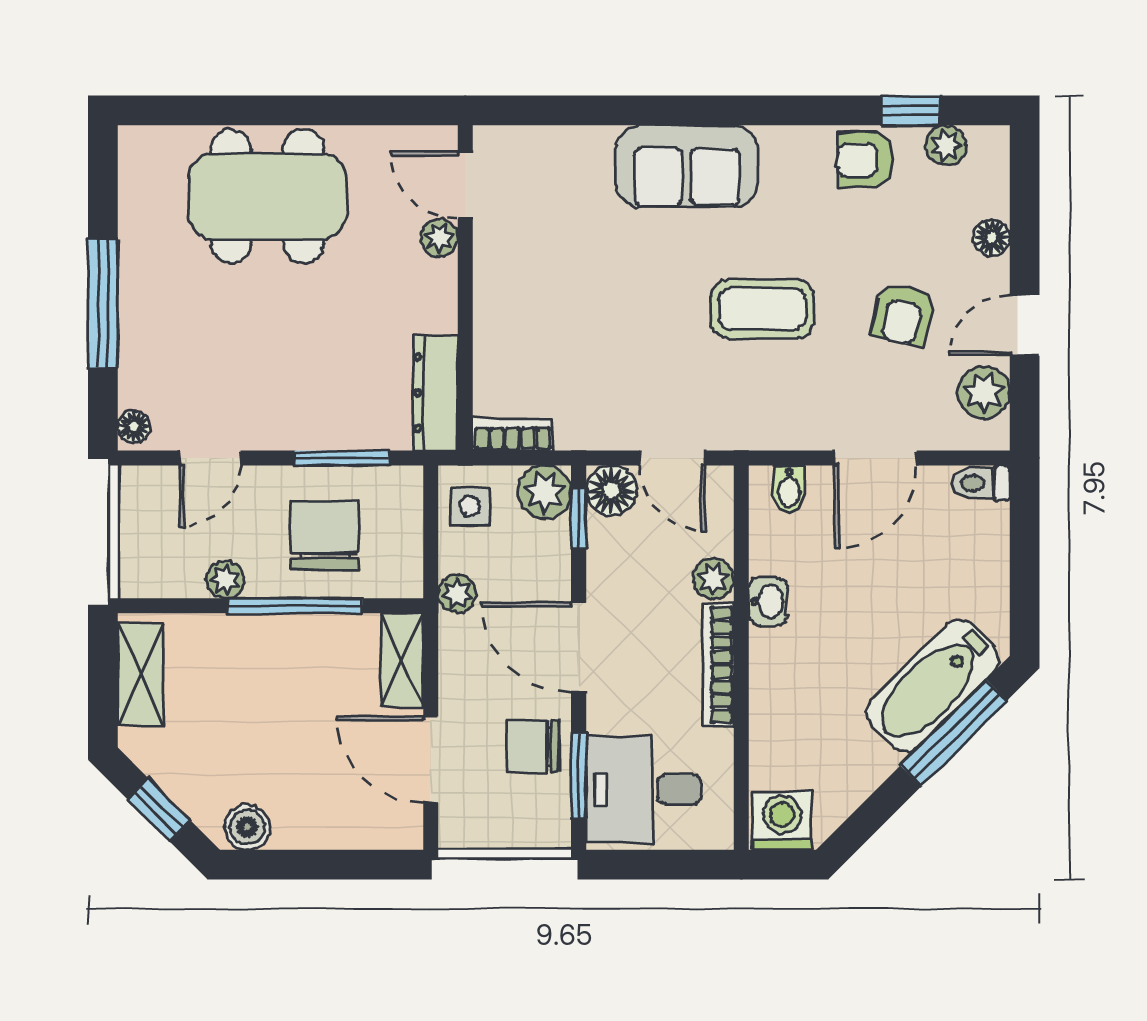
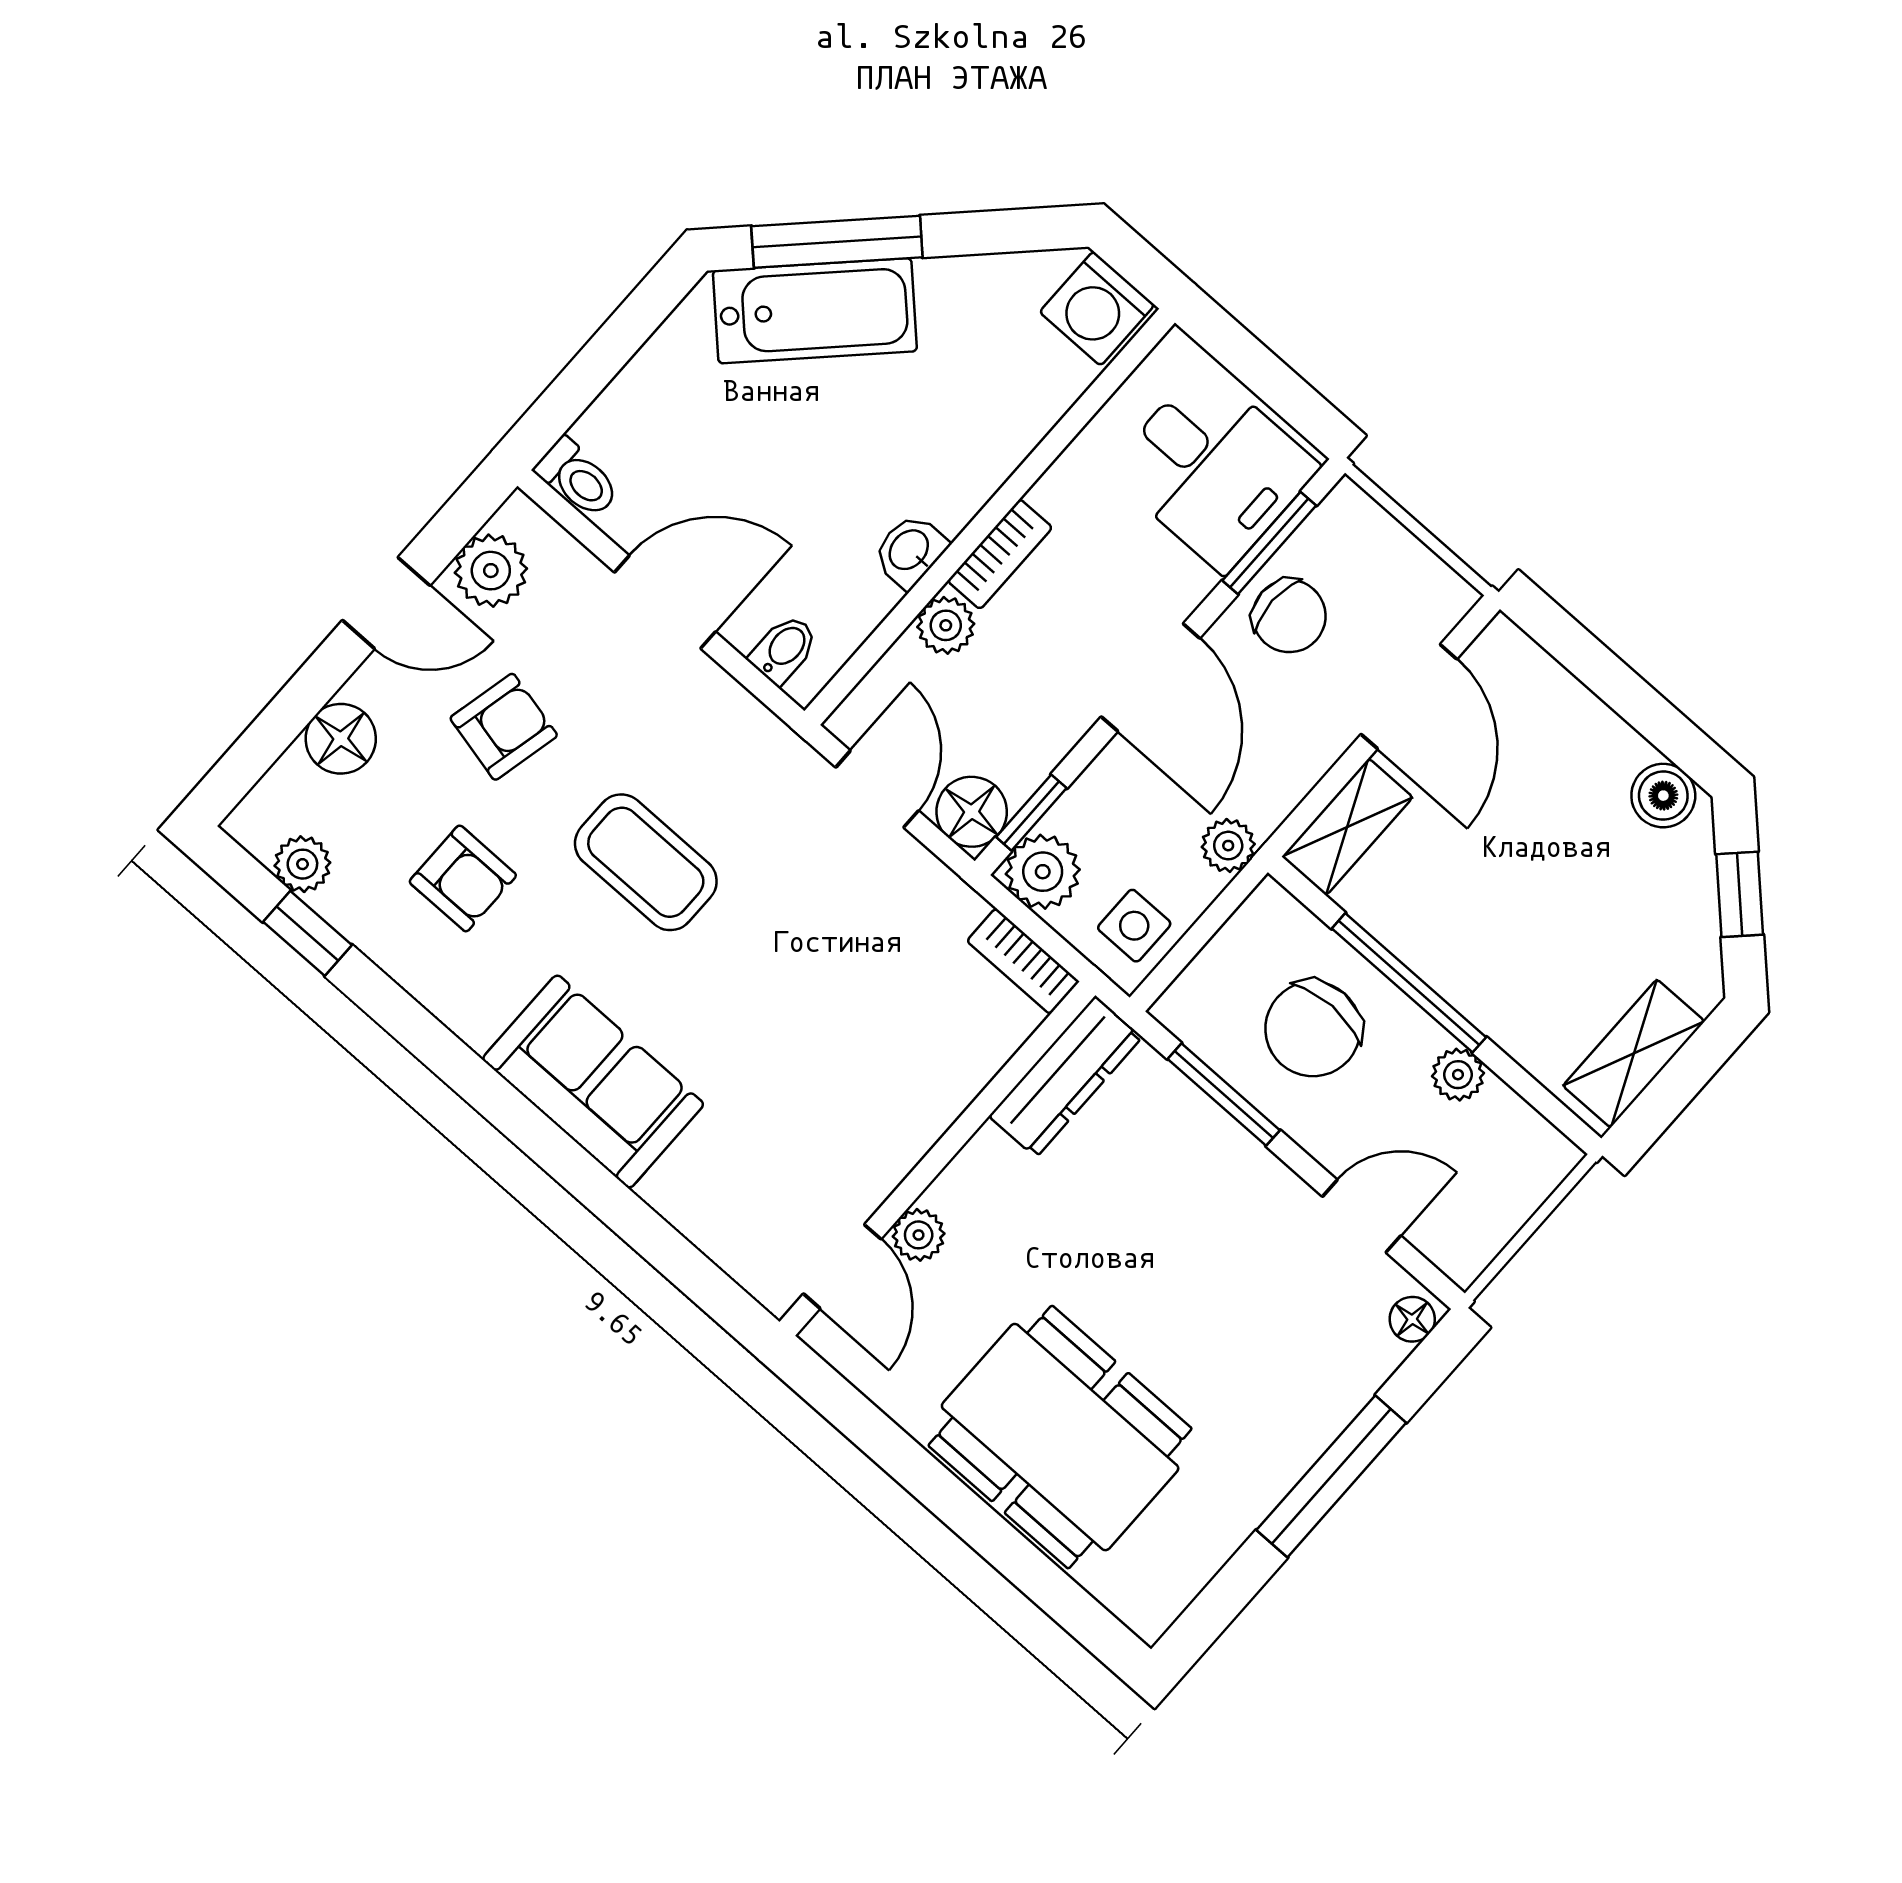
armchair: (865, 160) -> (463, 878), moved
floor lamp: (992, 238) -> (341, 739), width x1.37, depth x1.37
bookcase: (718, 665) -> (1000, 554), width x0.64

